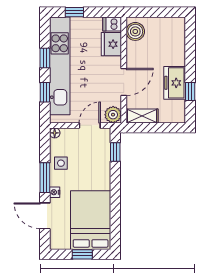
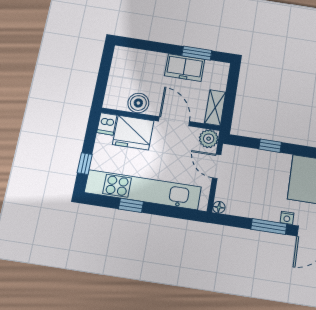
boiler: (135, 31) -> (138, 103), moved
fridge: (111, 44) -> (133, 133), width x1.36, depth x1.34
window: (190, 91) -> (197, 53), width x1.50
window: (45, 92) -> (170, 211), removed
window: (115, 152) -> (270, 146), moved
side table: (61, 163) -> (255, 205), removed

